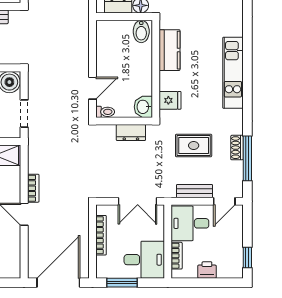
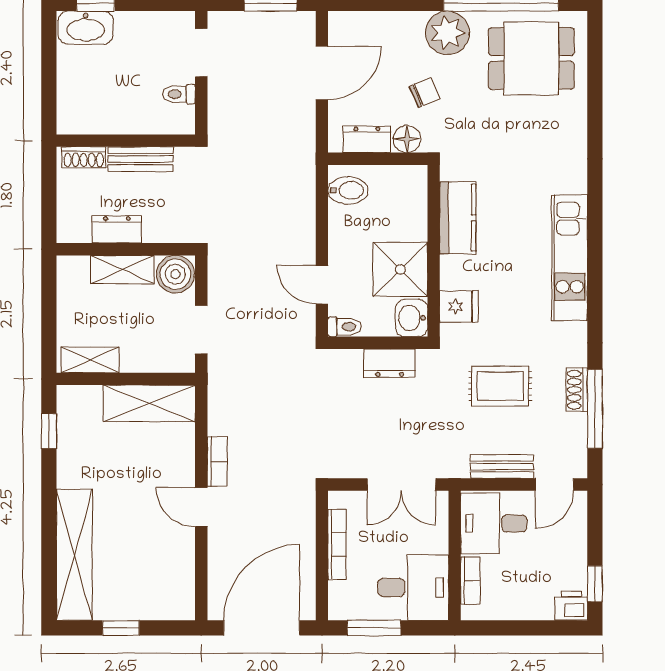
bidet: (141, 31) -> (348, 190), moved, turned -90
shower: (137, 79) -> (400, 269), added
door: (93, 88) -> (322, 285), swing flipped
printer: (207, 270) -> (571, 606), moved

